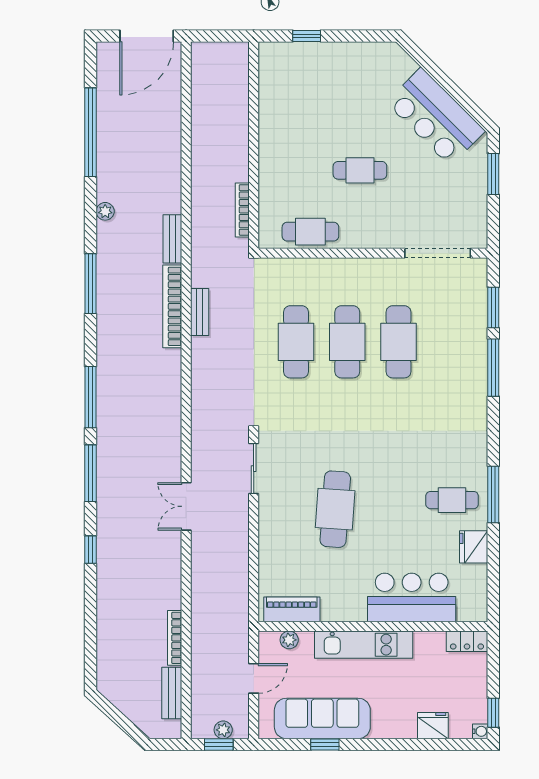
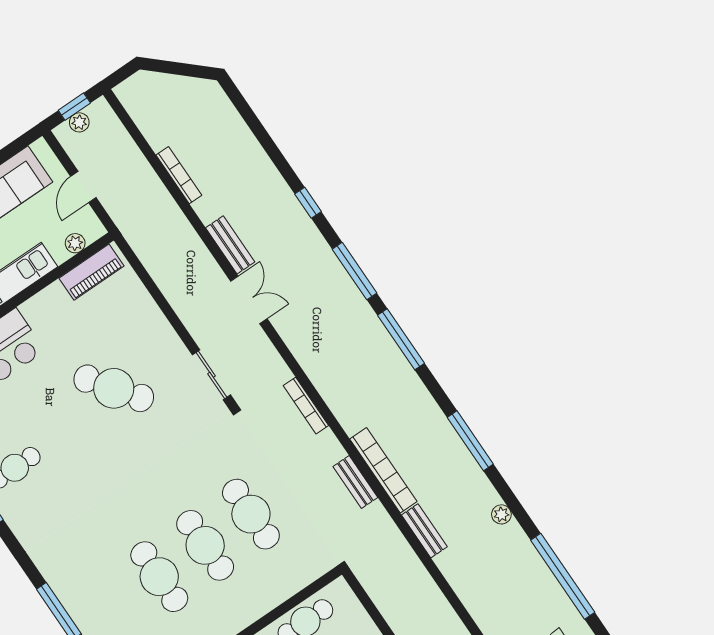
bookcase: (242, 210) -> (306, 406), moved, turned 180
cafe table: (335, 509) -> (114, 388), turned -40
bench: (172, 693) -> (230, 245), moved

